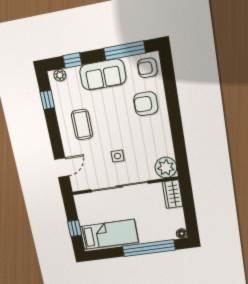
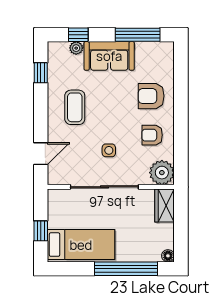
armchair: (147, 68) -> (152, 135), moved
plant: (60, 75) -> (76, 48), moved

